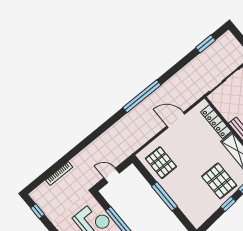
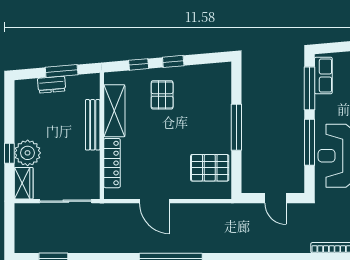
pallet: (161, 163) -> (210, 168), turned 90
pallet: (219, 181) -> (162, 95), width x0.67, depth x0.71

